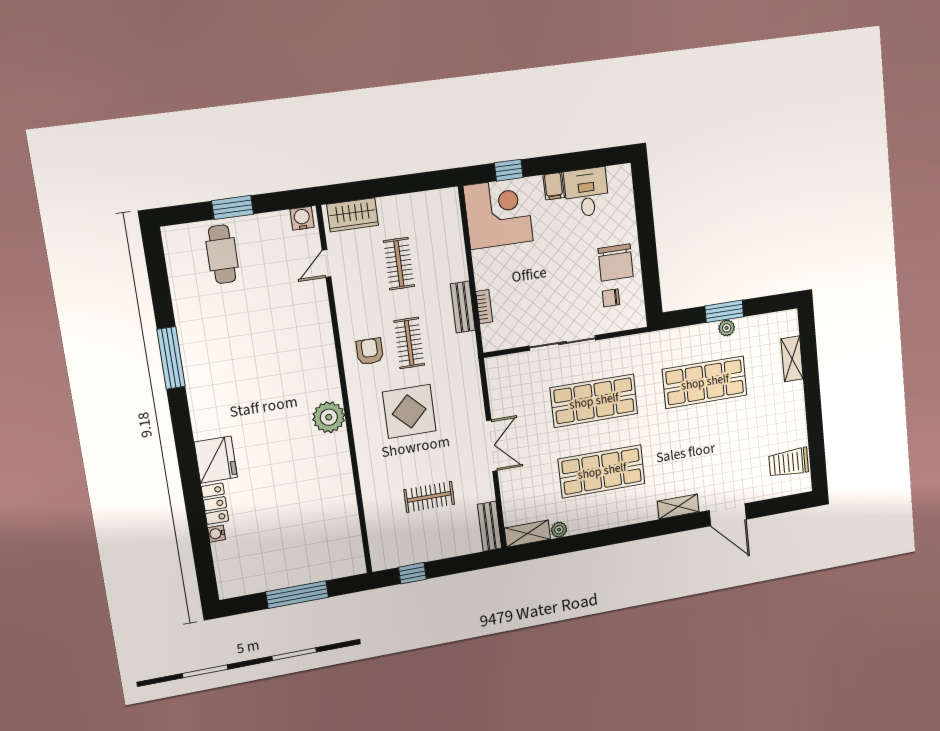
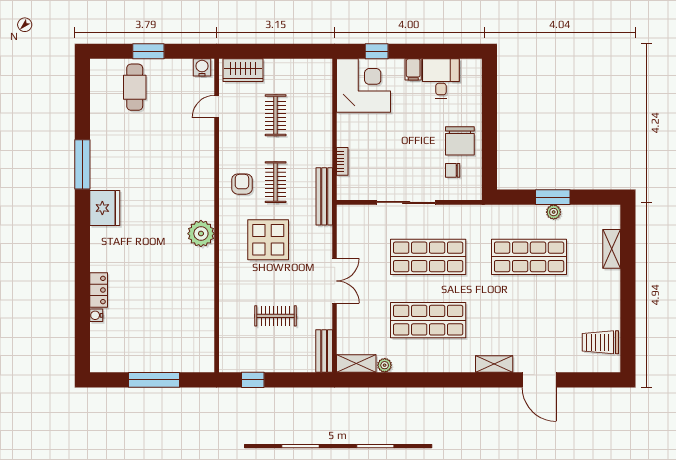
bench: (463, 307) -> (324, 196), moved, width x1.36
fridge: (216, 460) -> (105, 208), moved

